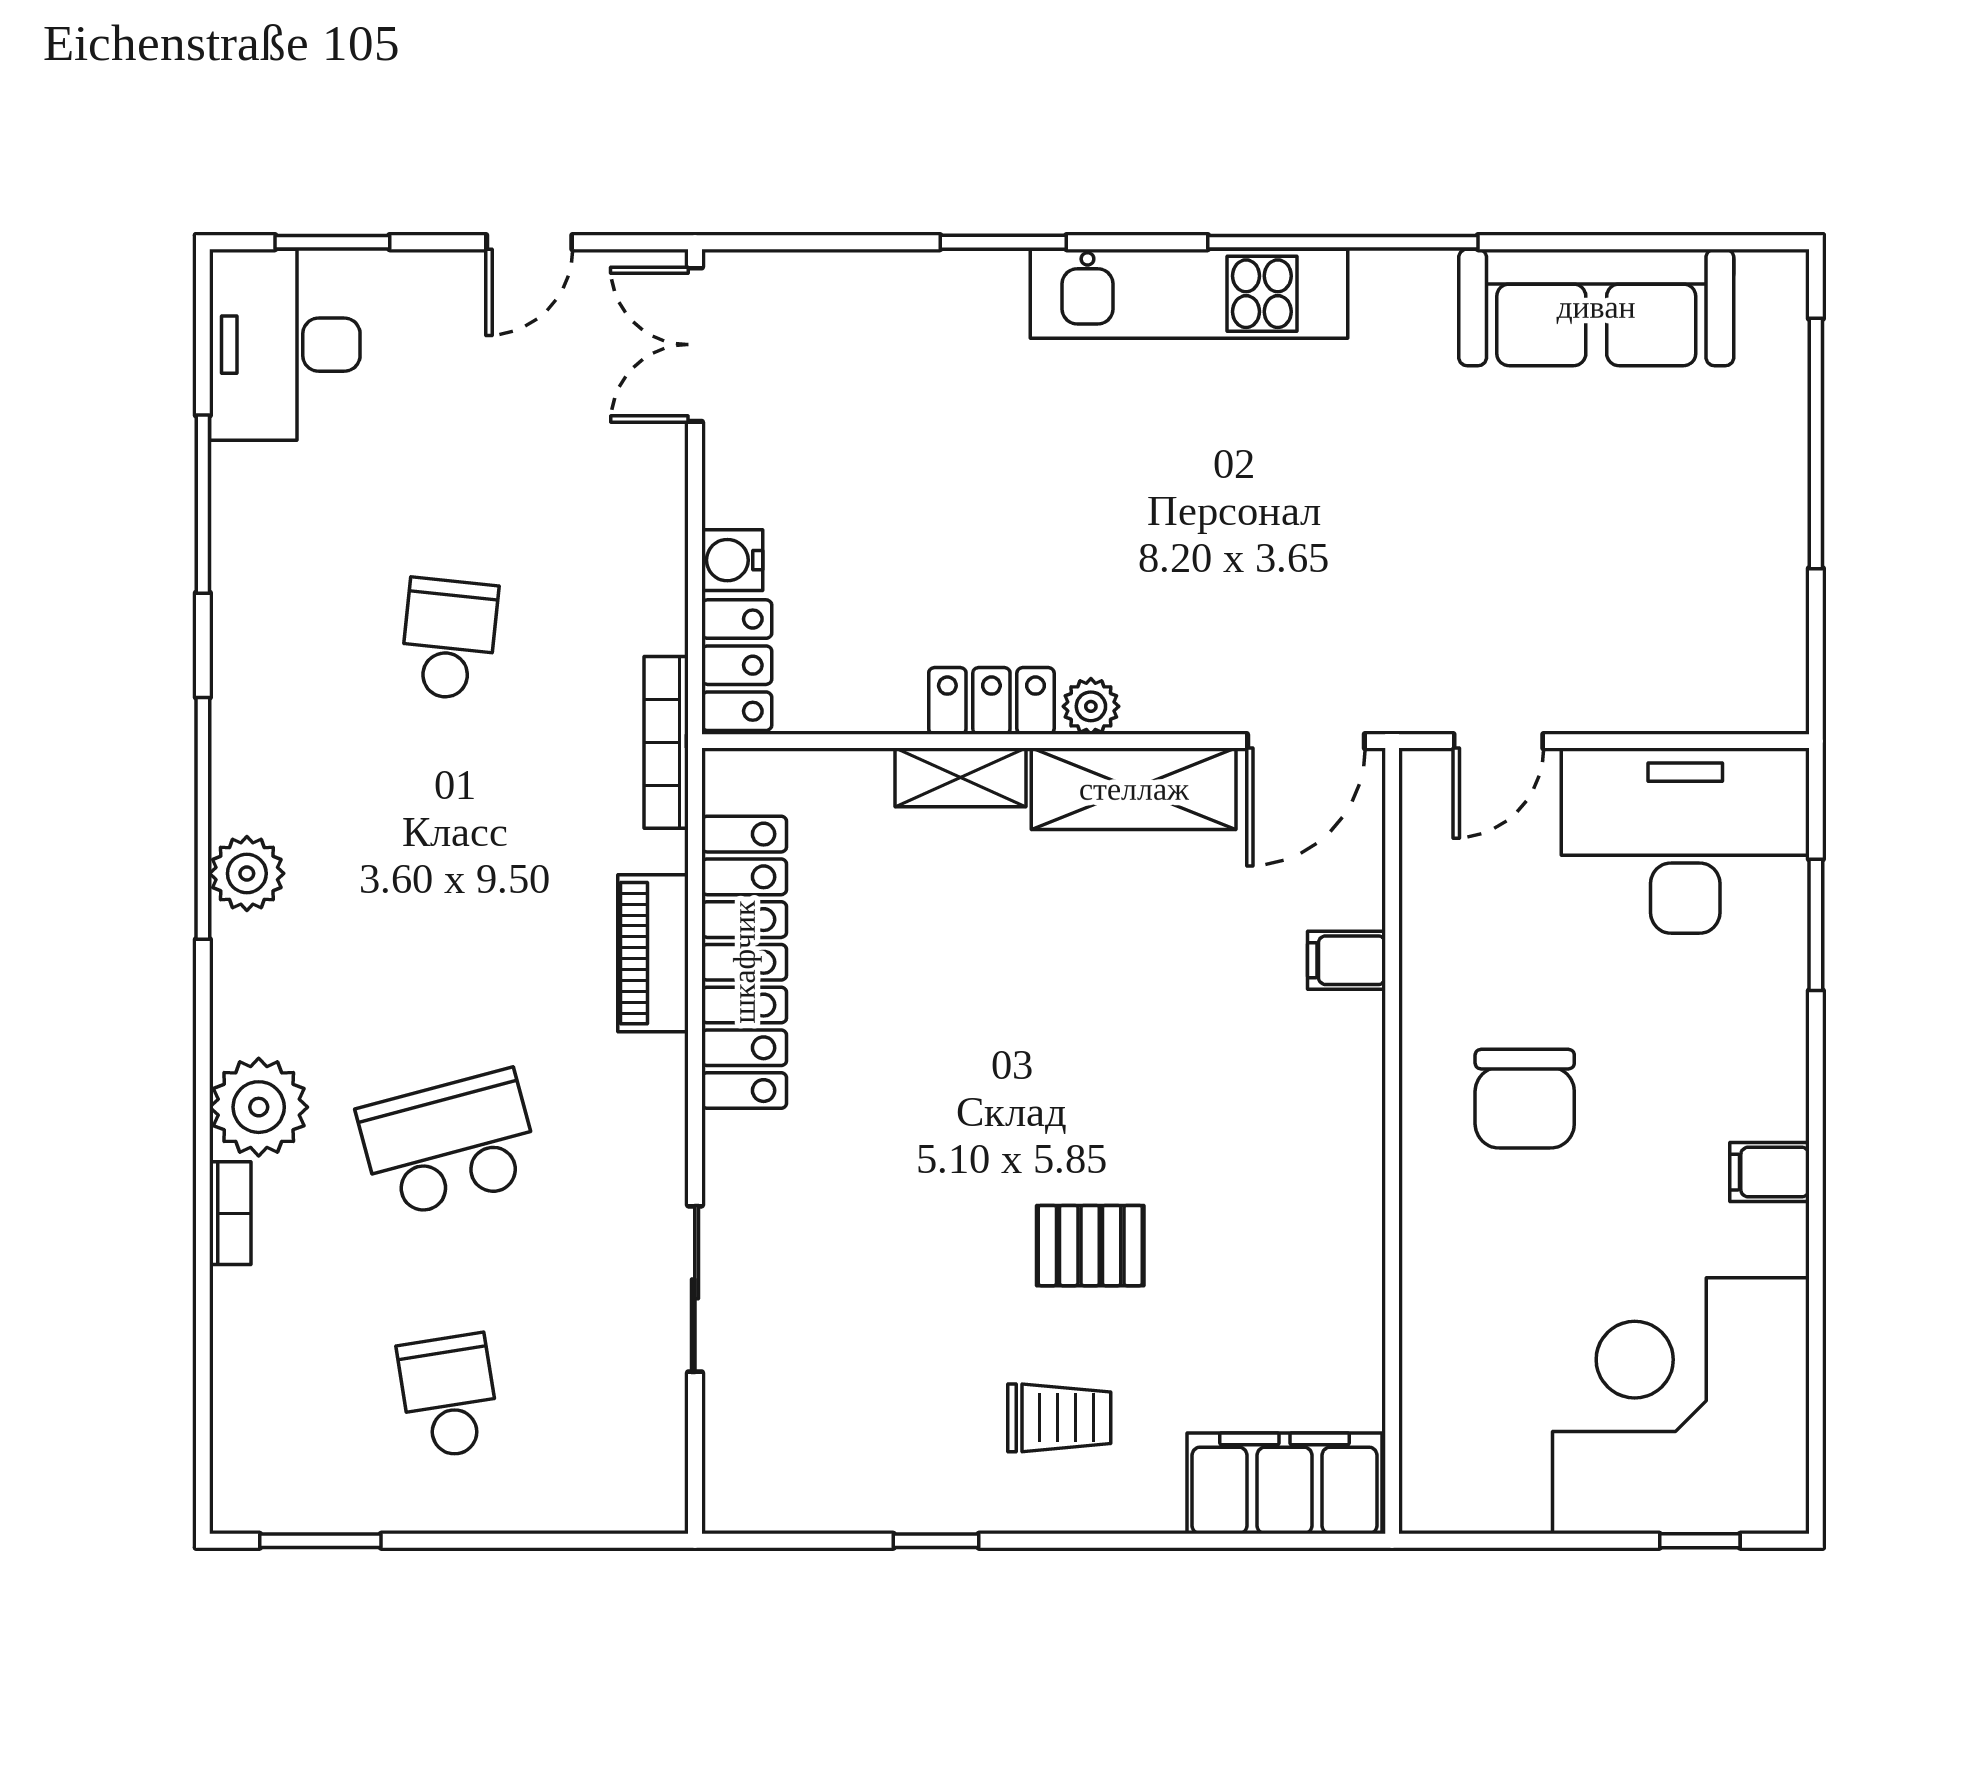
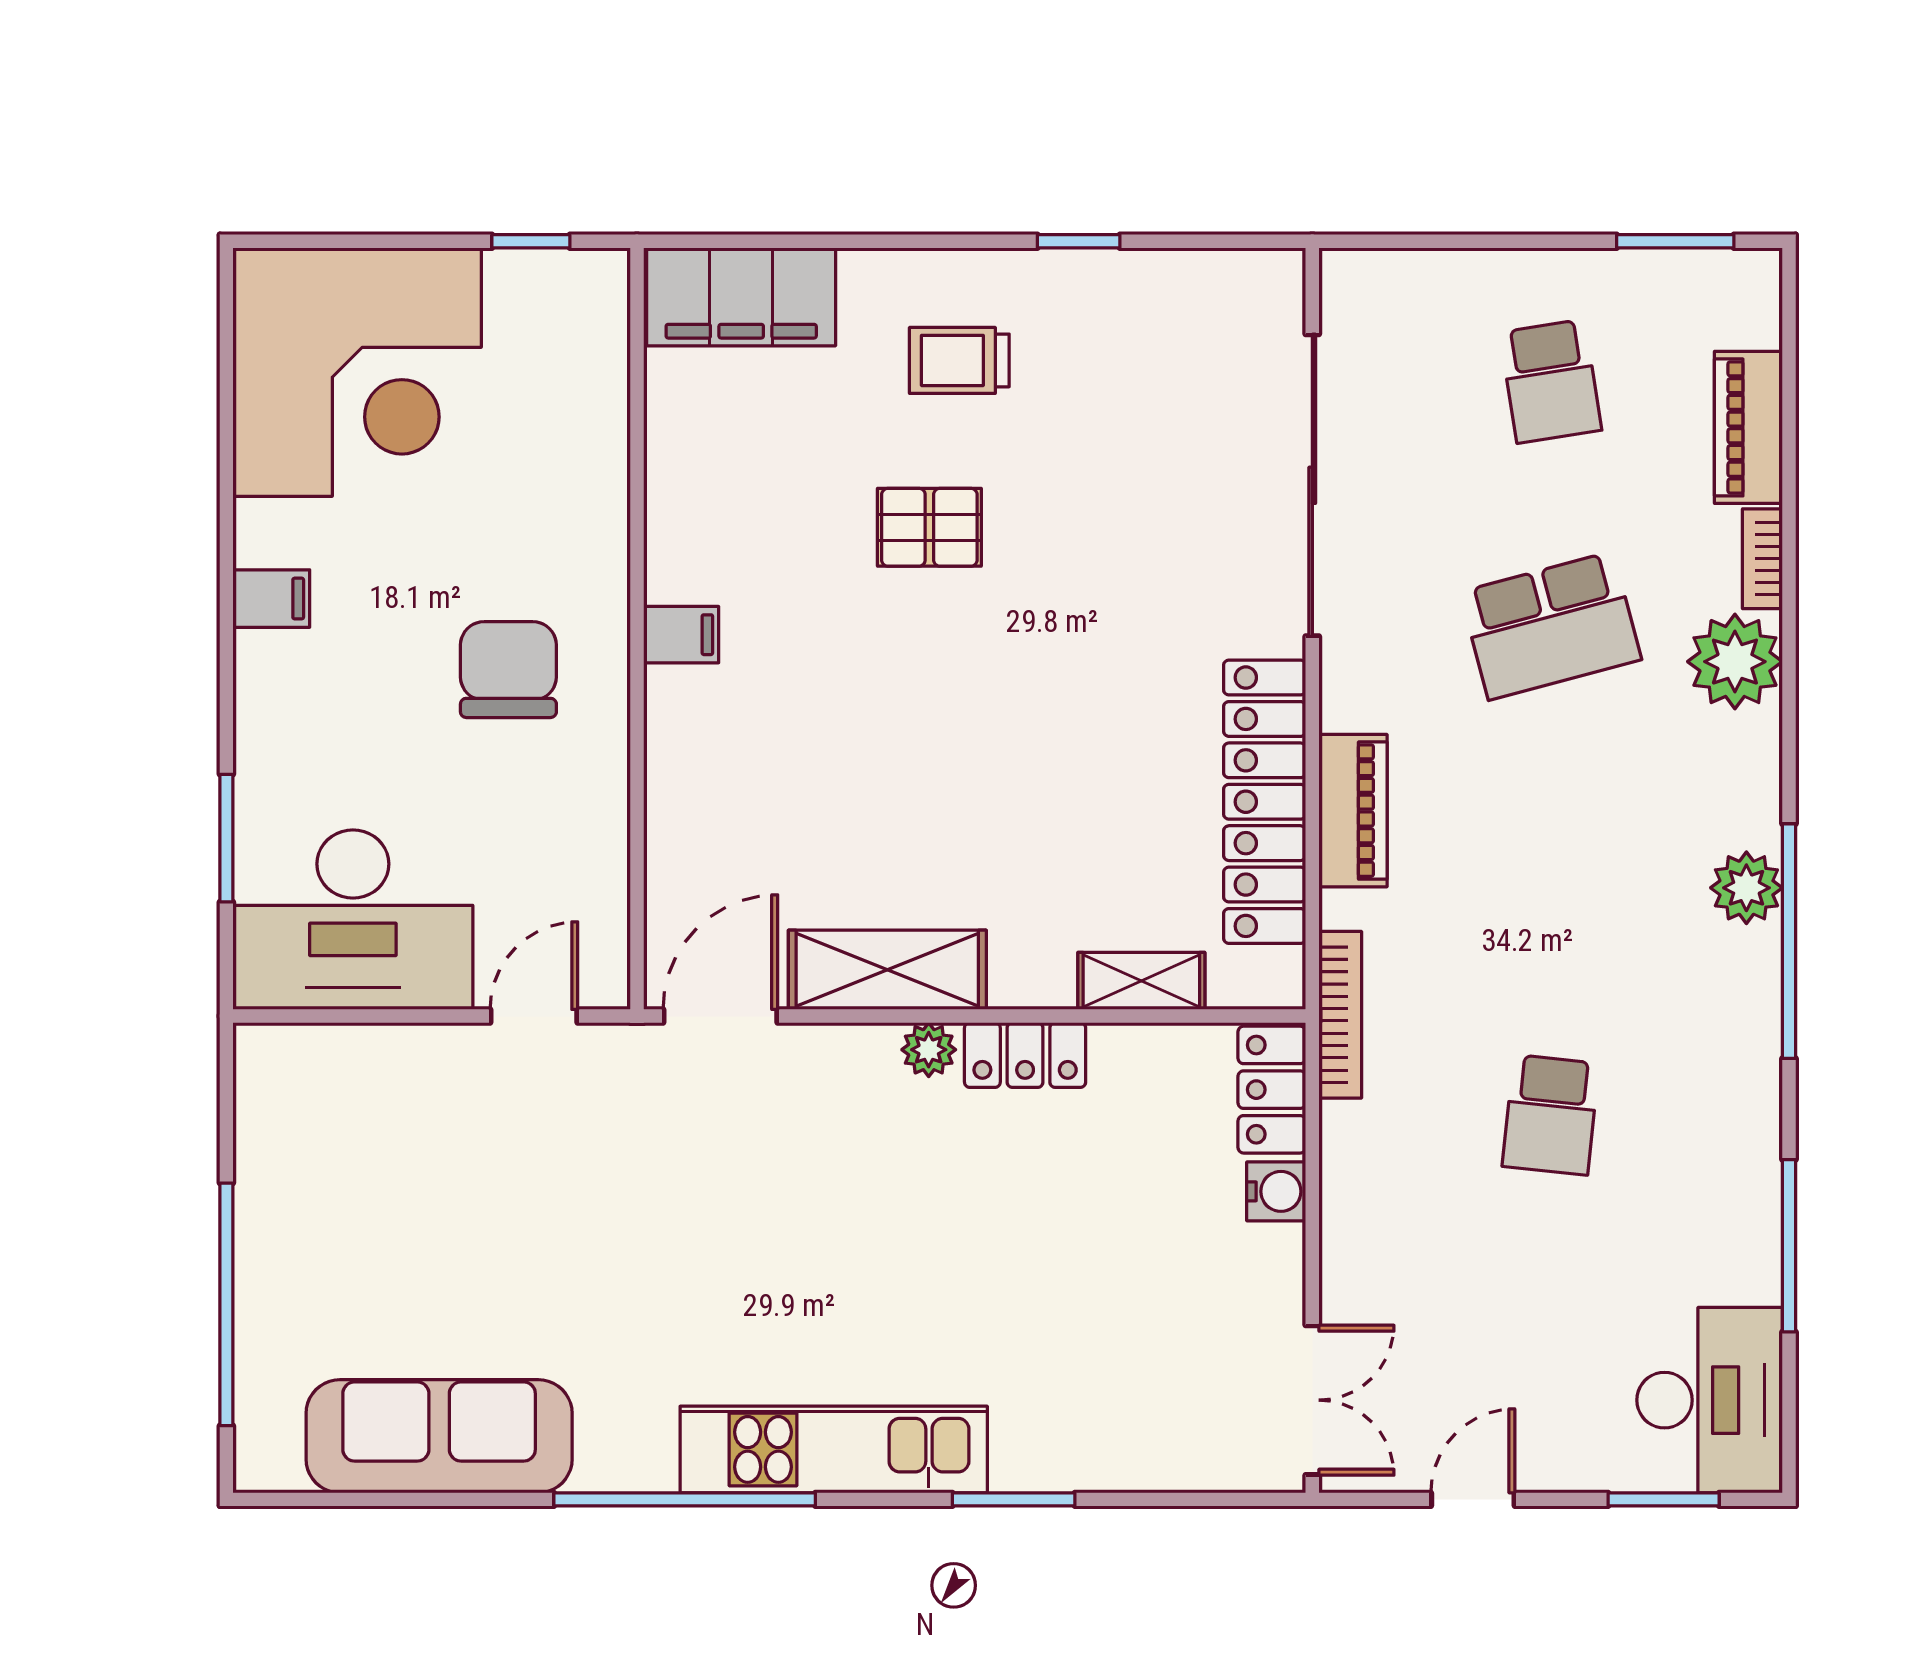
shelving: (960, 777) -> (1141, 981), moved
filing cabinet: (1346, 960) -> (681, 635), moved
sliding door: (695, 1289) -> (1312, 485), width x1.86
piano: (245, 1349) -> (1748, 427), added
window: (1700, 1541) -> (531, 241), moved

